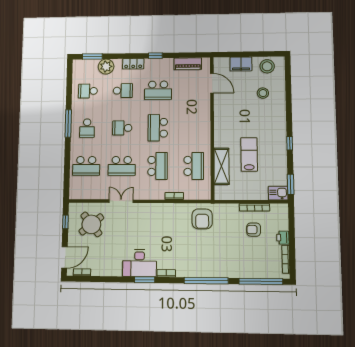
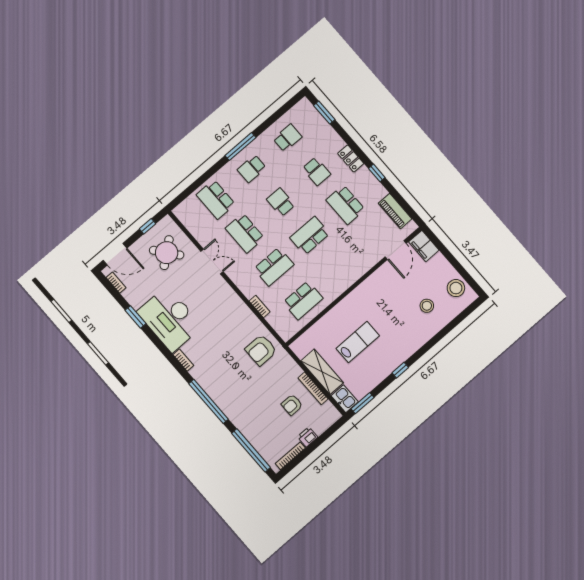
filing cabinet: (241, 64) -> (424, 246), moved
plant: (106, 67) -> (326, 134), removed
school desk: (88, 91) -> (287, 138), turned 90
shelving: (221, 166) -> (322, 372), moved, turned 90
armchair: (254, 230) -> (292, 405), turned -90
desk: (139, 263) -> (170, 319), width x1.36, depth x1.30
window: (145, 280) -> (135, 317), moved

